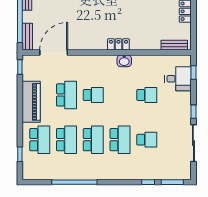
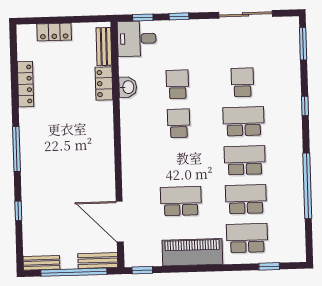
locker: (118, 44) -> (104, 83), moved
washbasin: (124, 61) -> (128, 87), moved
desk: (178, 79) -> (137, 39), moved, turned -90
school desk: (93, 95) -> (179, 123), moved
window: (193, 112) -> (179, 16), moved
window: (148, 182) -> (305, 106), moved

